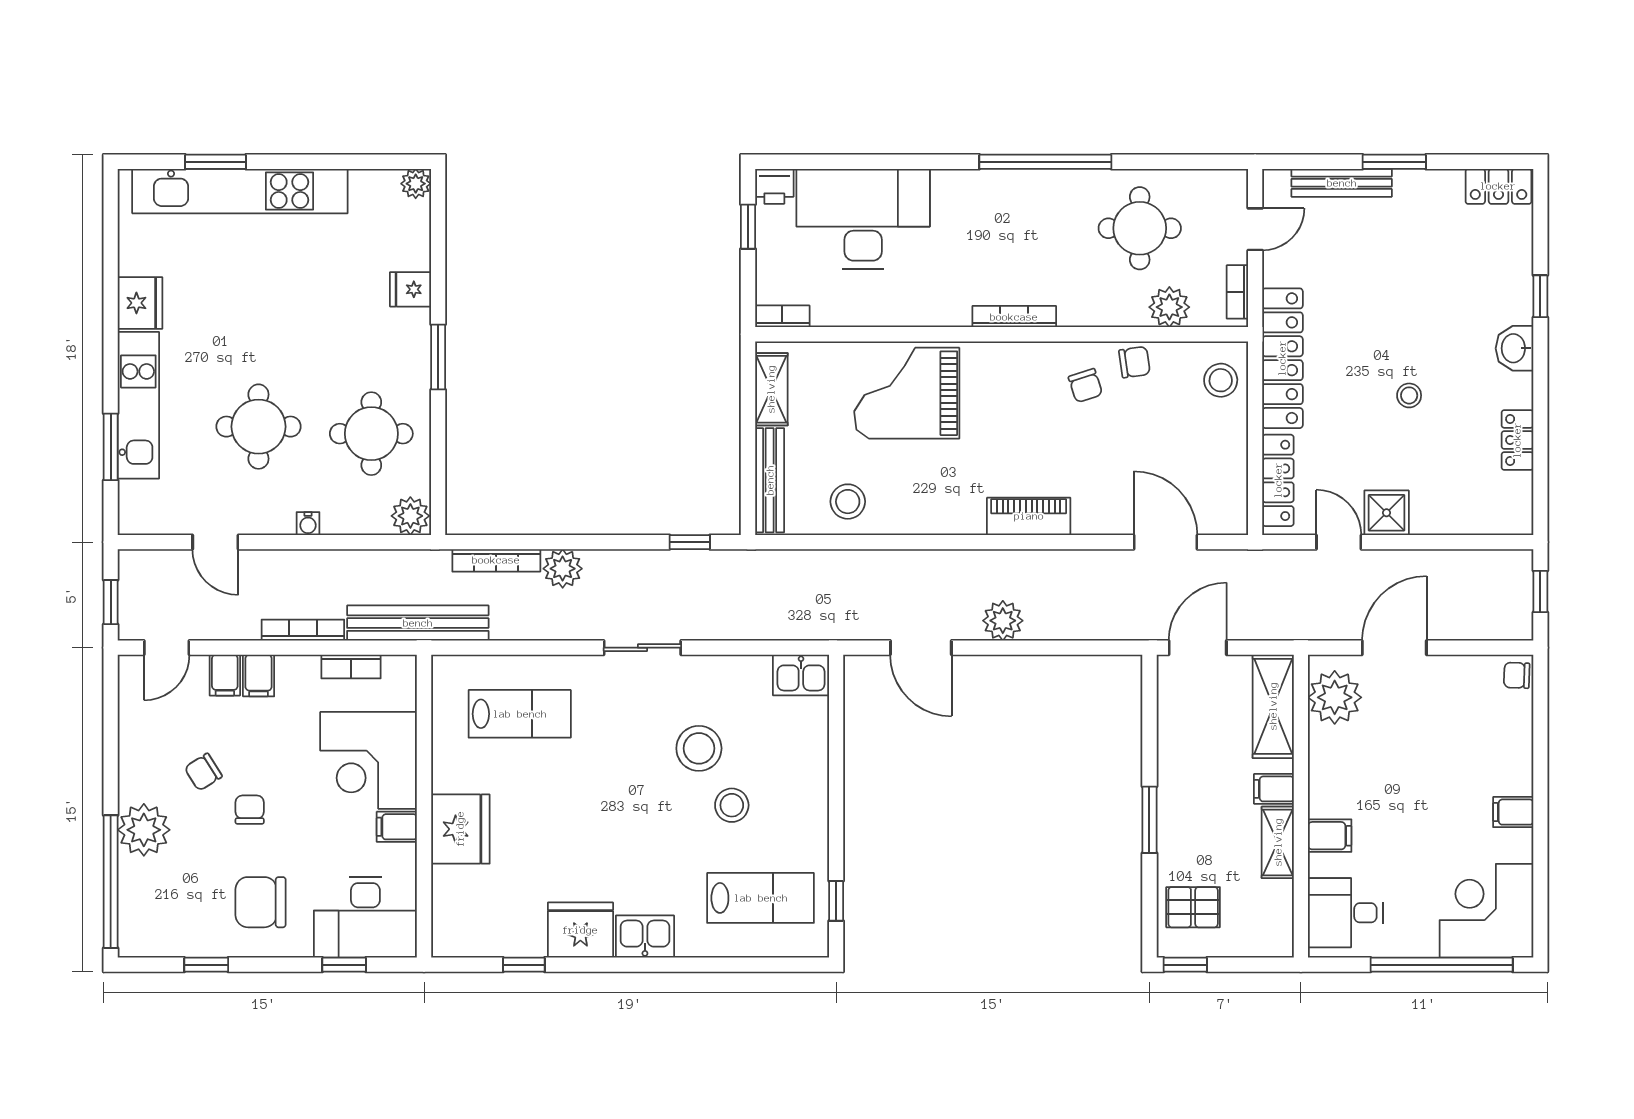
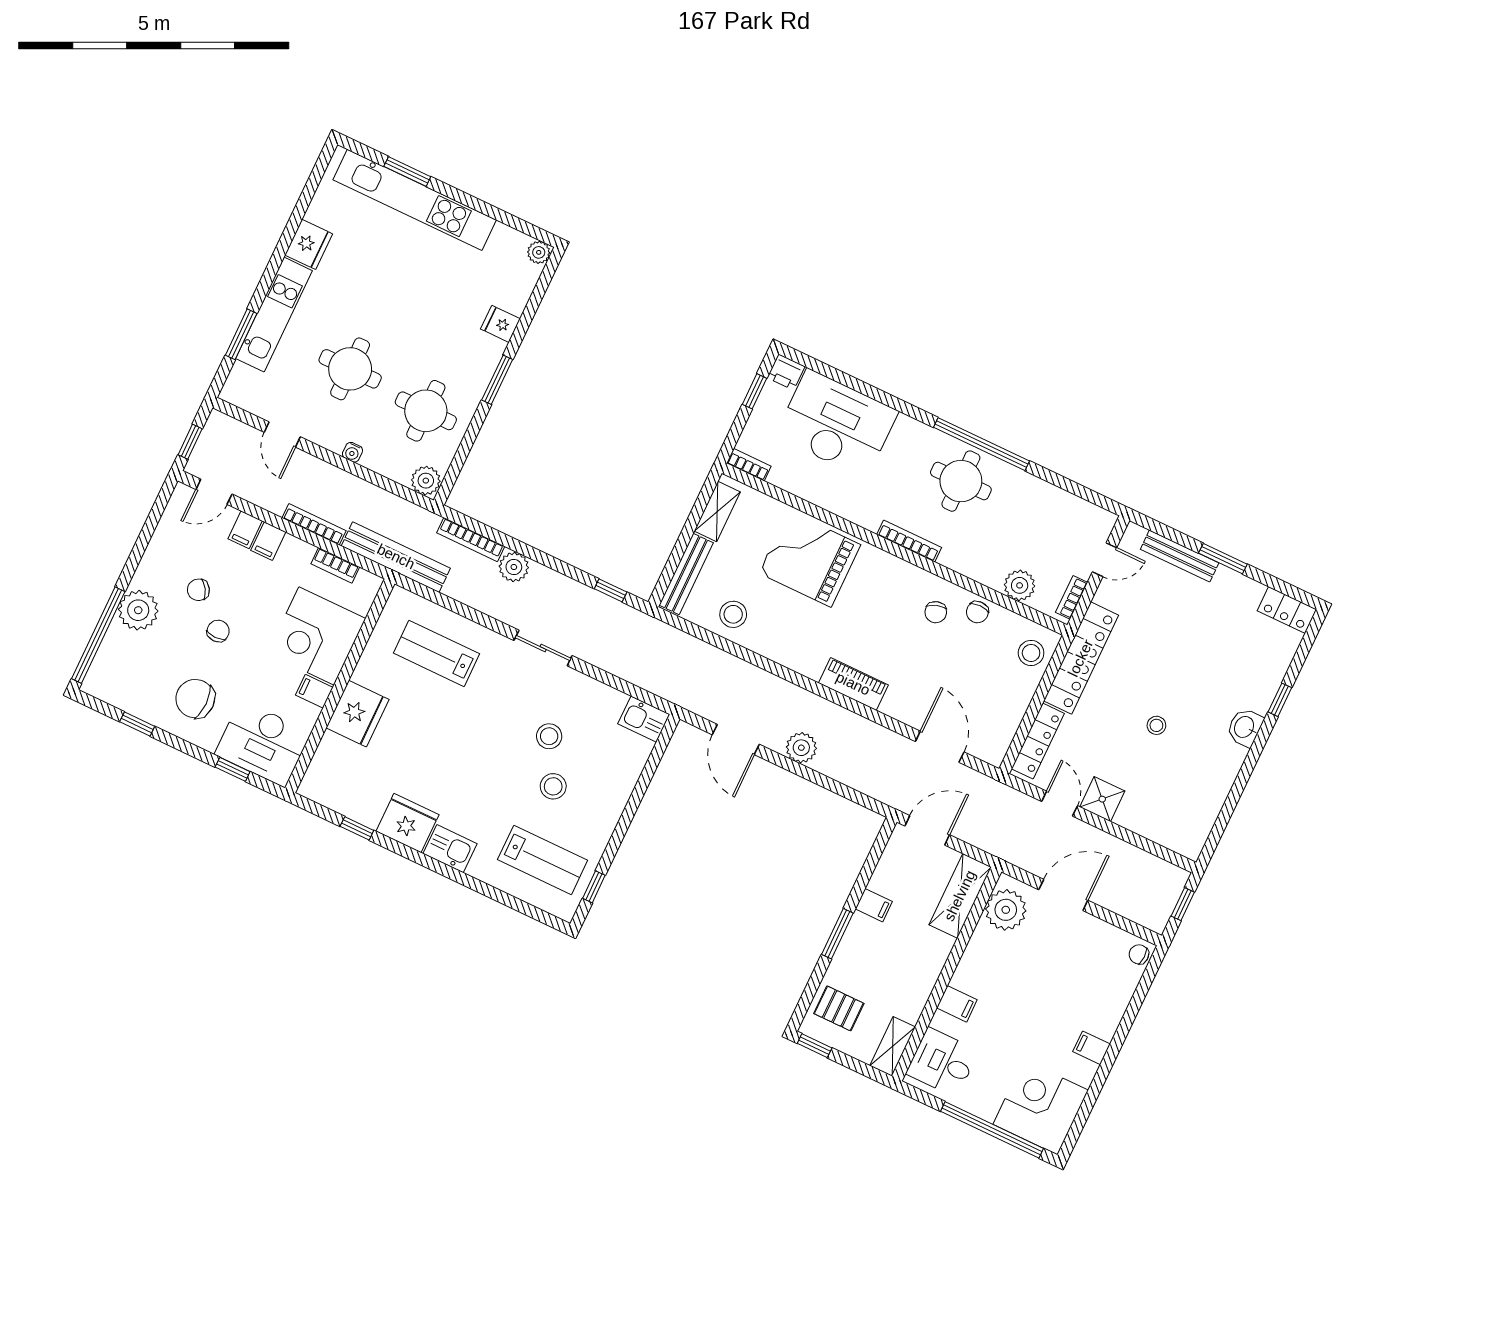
round table: (1140, 228) -> (961, 481), moved
chair: (1134, 362) -> (977, 612), turned 98
locker: (1517, 440) -> (1217, 792), removed
lab bench: (520, 714) -> (436, 653), turned 180
stool: (699, 748) -> (549, 736), width x0.73, depth x0.73
filing cabinet: (1274, 789) -> (874, 905), moved, turned 180
shelving: (1278, 842) -> (893, 1046), moved

